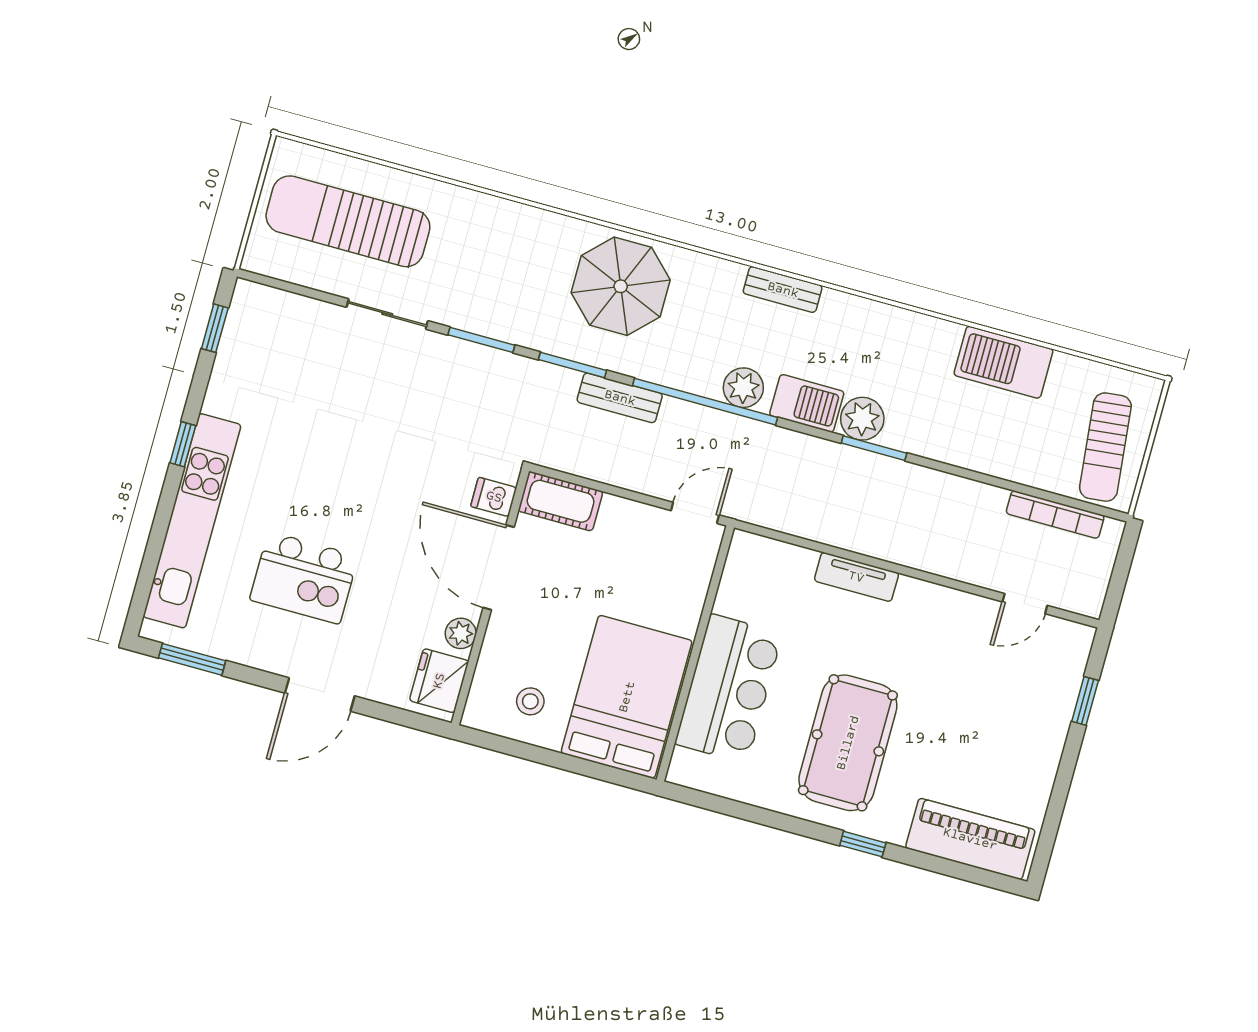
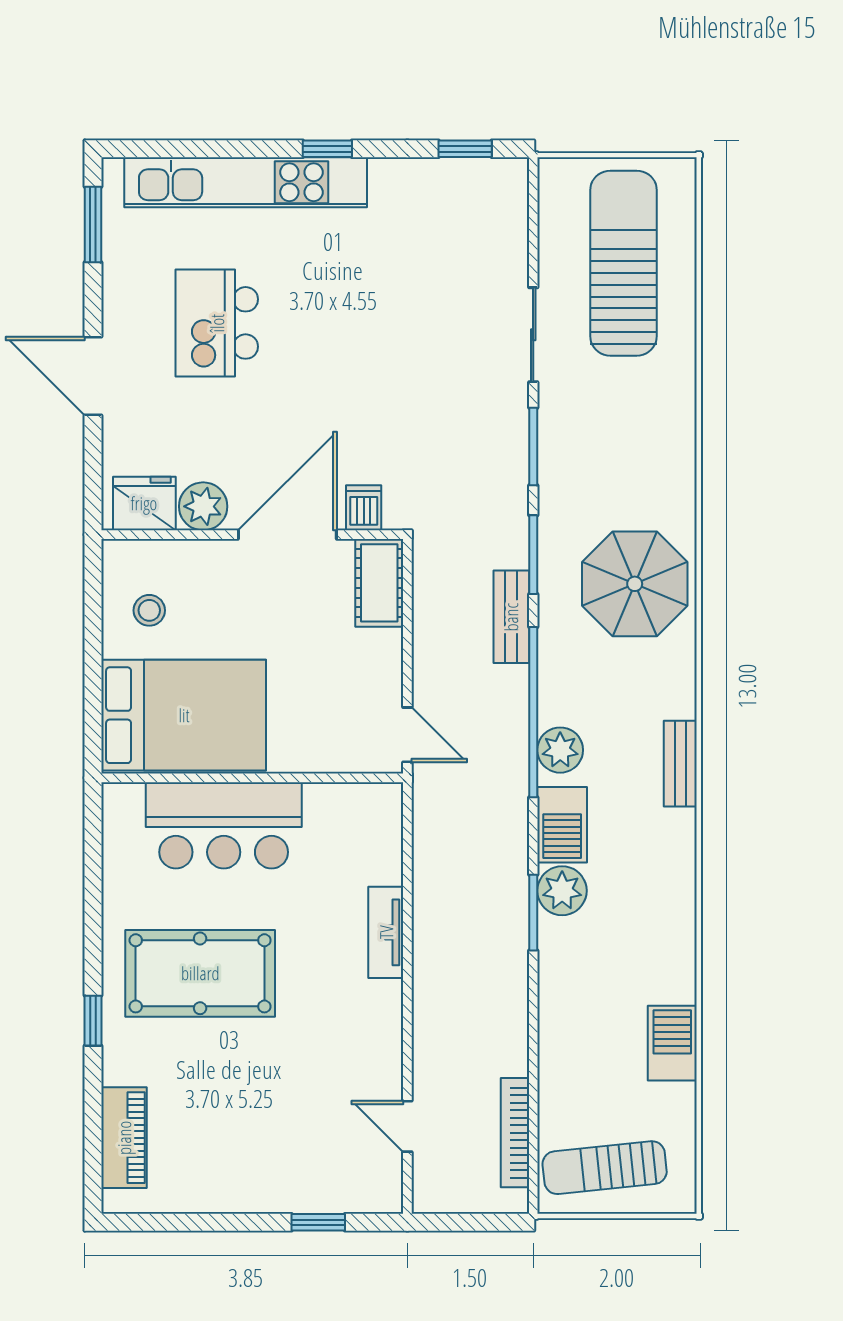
barbecue: (1003, 362) -> (672, 1043), width x0.73, depth x0.83
plant: (461, 633) -> (203, 506), width x1.38, depth x1.38
piano: (970, 839) -> (124, 1138), width x0.73, depth x0.75

